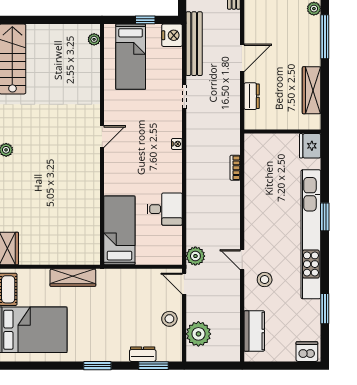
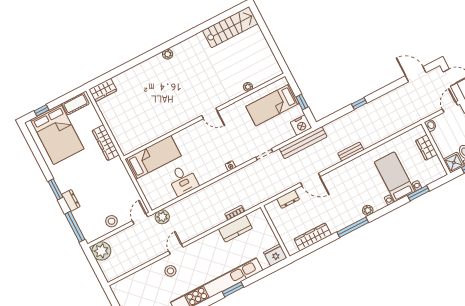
plant: (94, 39) -> (248, 87), moved
kitchen counter: (254, 331) -> (235, 229), moved
plant: (198, 334) -> (101, 251), moved
dresser: (143, 354) -> (71, 200), moved
window: (153, 366) -> (75, 227), width x1.44

